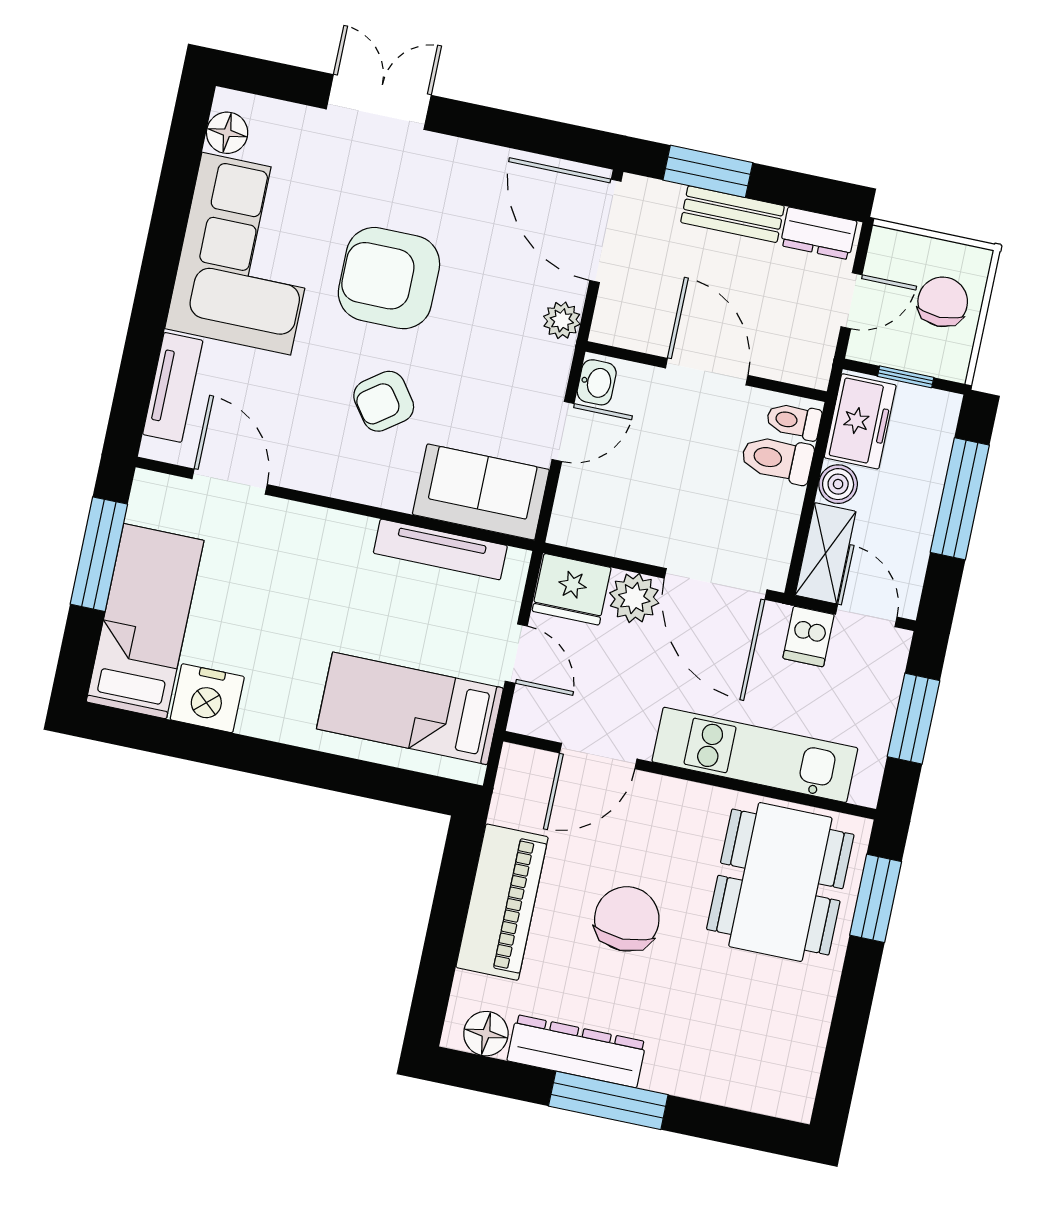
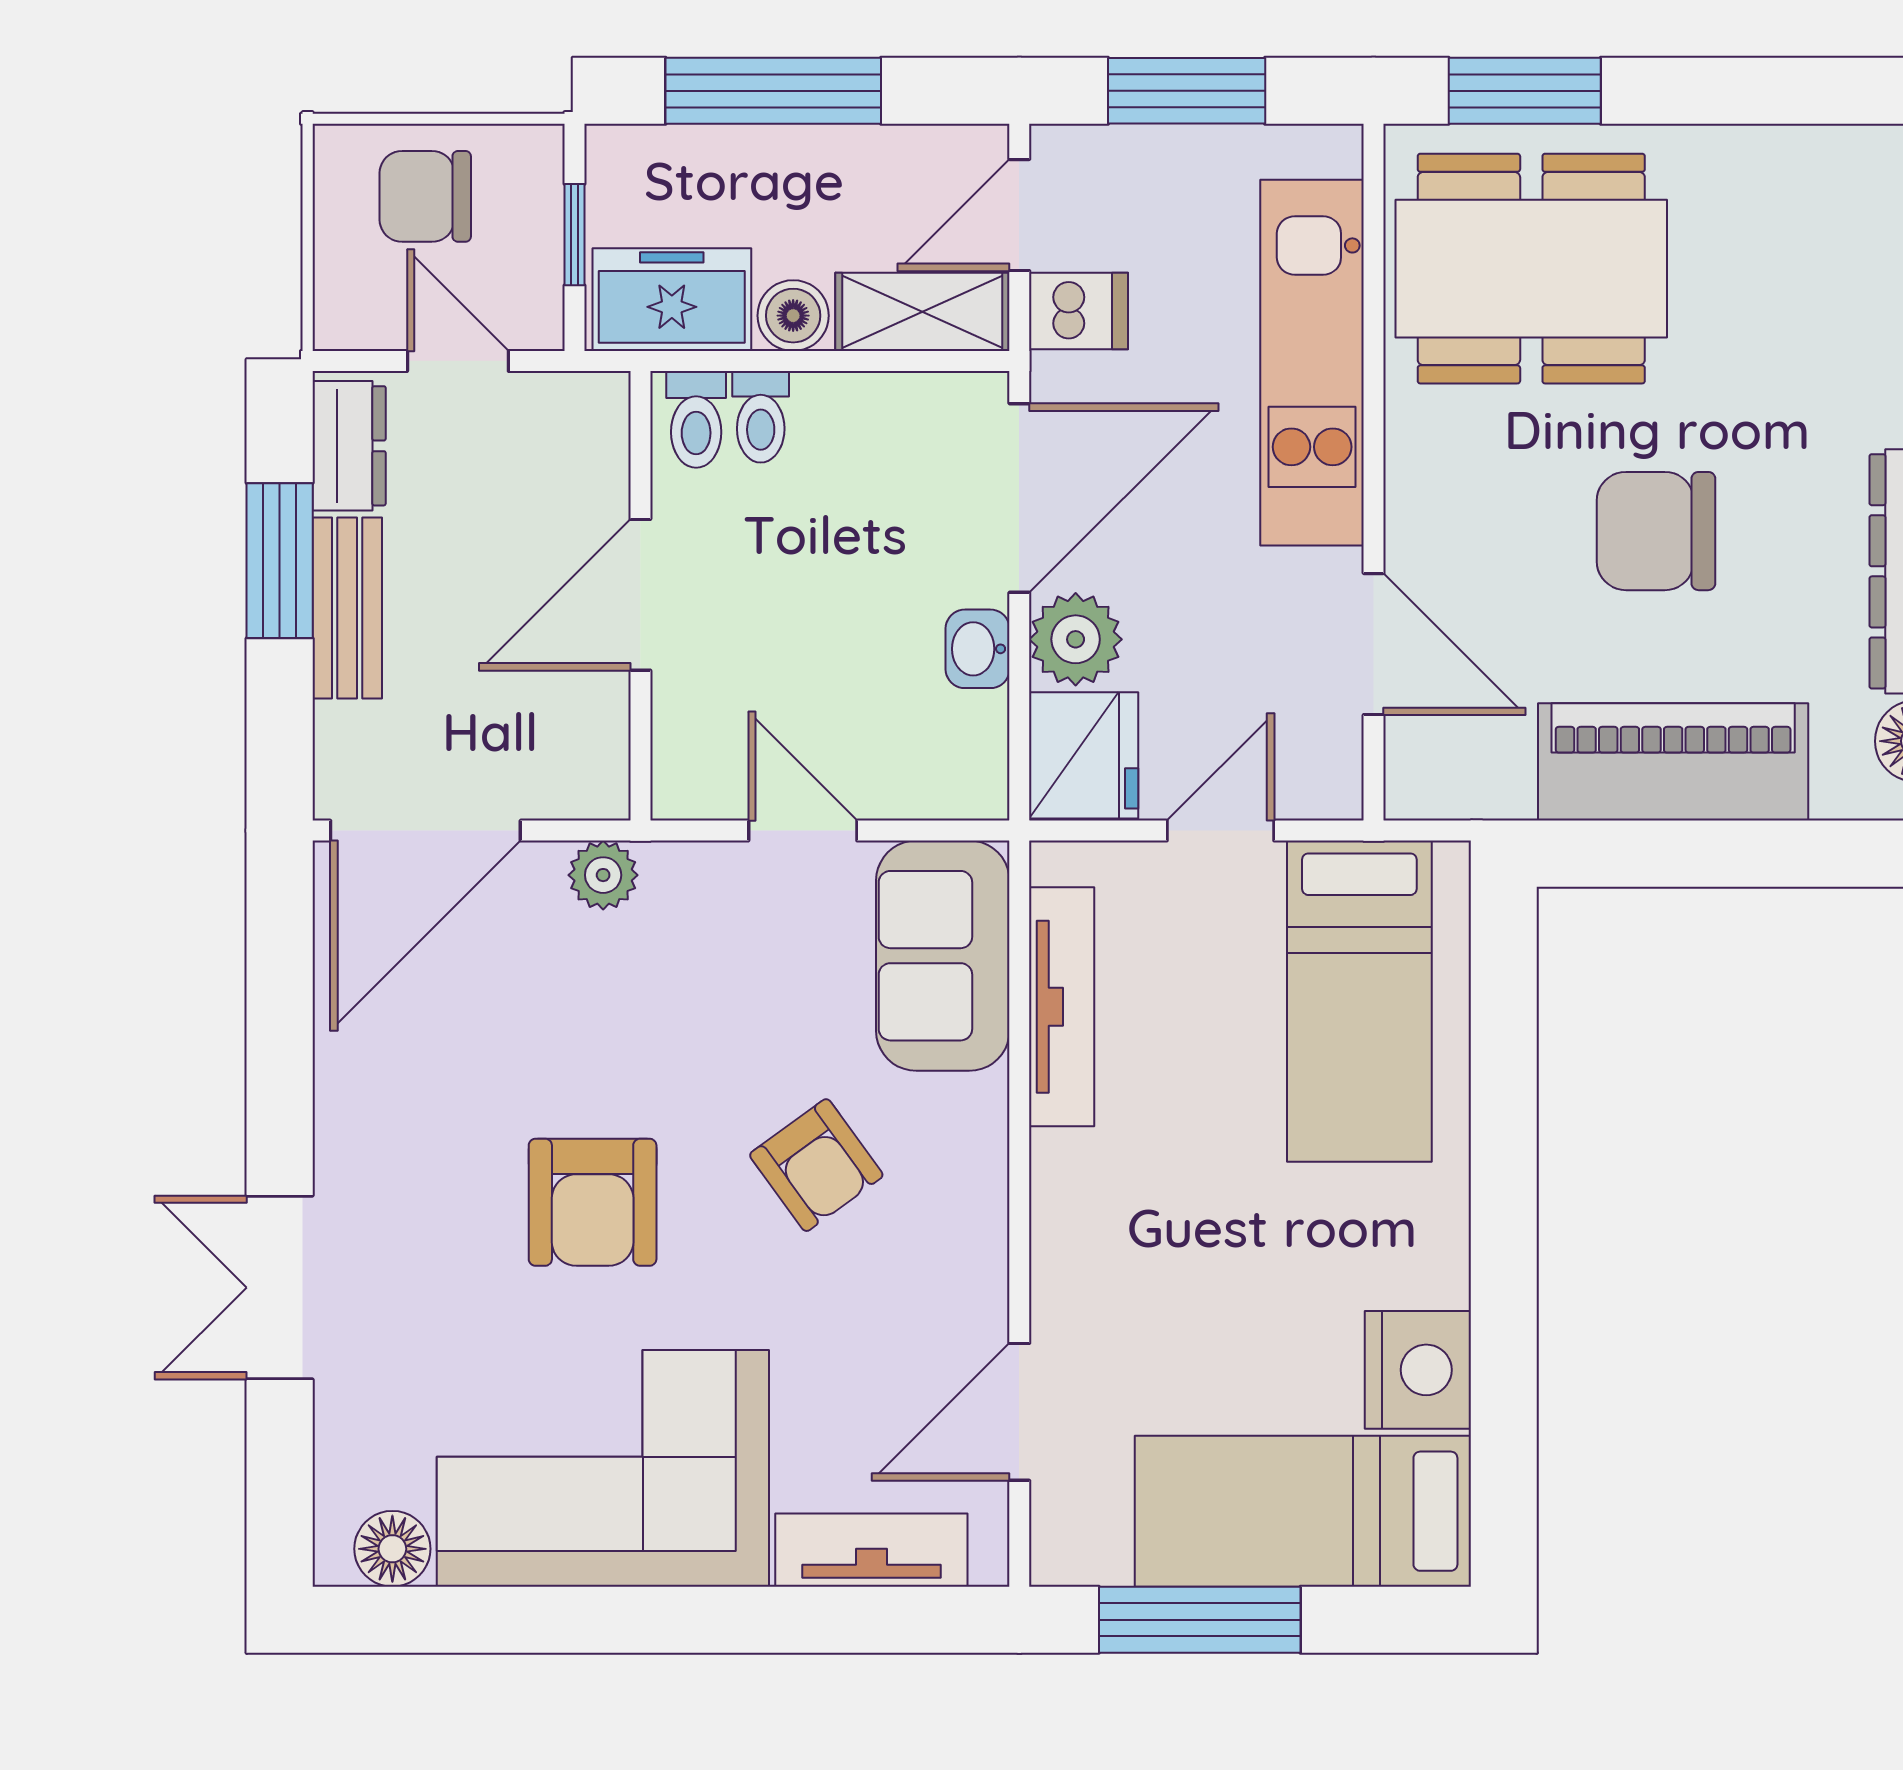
window: (708, 171) -> (280, 561), moved
armchair: (389, 278) -> (593, 1202), width x0.73, depth x0.73
washbasin: (597, 382) -> (978, 649), moved, turned -90
toilet: (777, 459) -> (761, 417), width x0.73, depth x0.72

